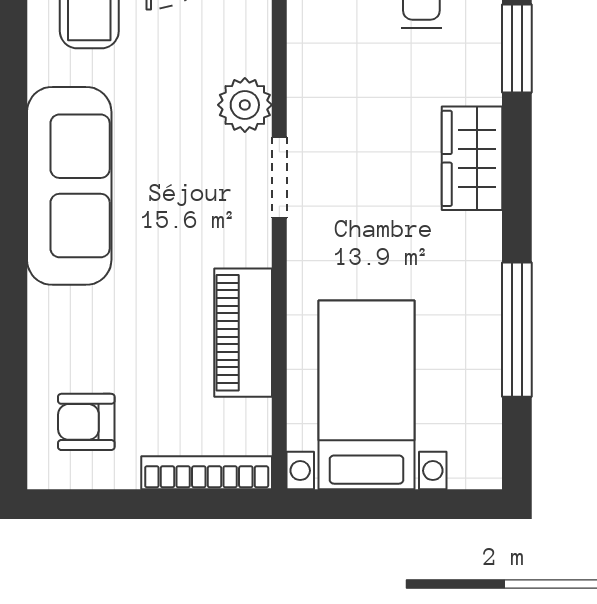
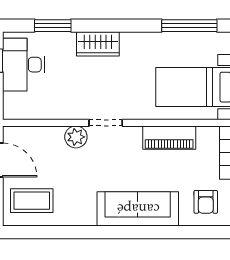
sofa: (69, 186) -> (138, 209), moved
window: (517, 330) -> (189, 26), moved

